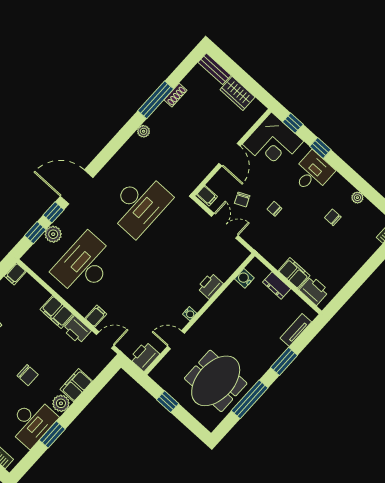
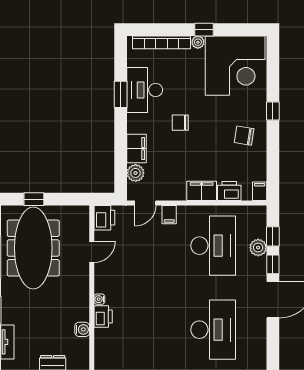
desk: (139, 204) -> (213, 330), turned 180
water cooler: (244, 278) -> (82, 329), moved
water cooler: (190, 314) -> (99, 299), moved
printer: (77, 330) -> (229, 191), moved
meeting table: (216, 381) -> (33, 248), width x1.36
window: (168, 402) -> (34, 199), moved
plant: (61, 403) -> (136, 173), moved

